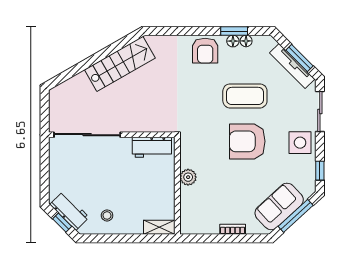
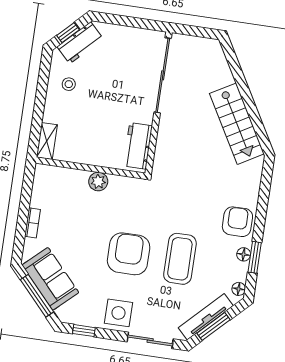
floor lamp: (246, 41) -> (239, 289), moved
armchair: (205, 51) -> (237, 222), turned 90

